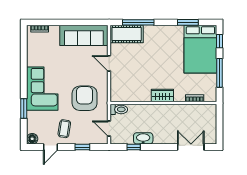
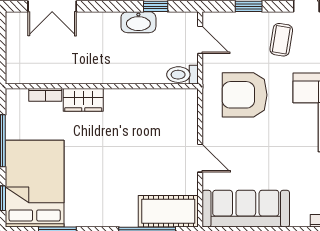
wardrobe: (162, 96) -> (83, 100), moved
armchair: (85, 98) -> (245, 95), turned 90

